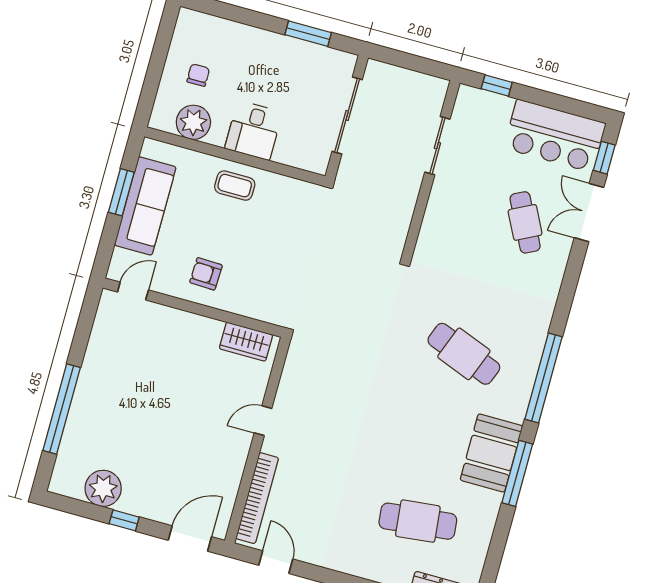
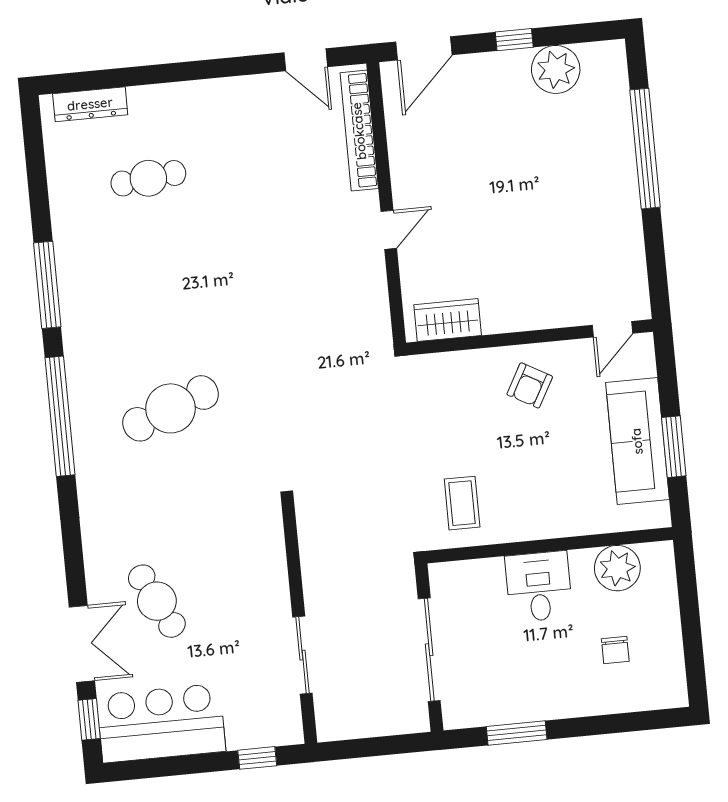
chair: (198, 75) -> (615, 650), moved
coffee table: (235, 186) -> (462, 503), moved, turned 90
armchair: (206, 274) -> (530, 385), turned 117
cafe table: (464, 354) -> (171, 408), turned -42
booth: (491, 453) -> (89, 298), removed
cafe table: (418, 521) -> (148, 178), width x0.73, depth x0.74

